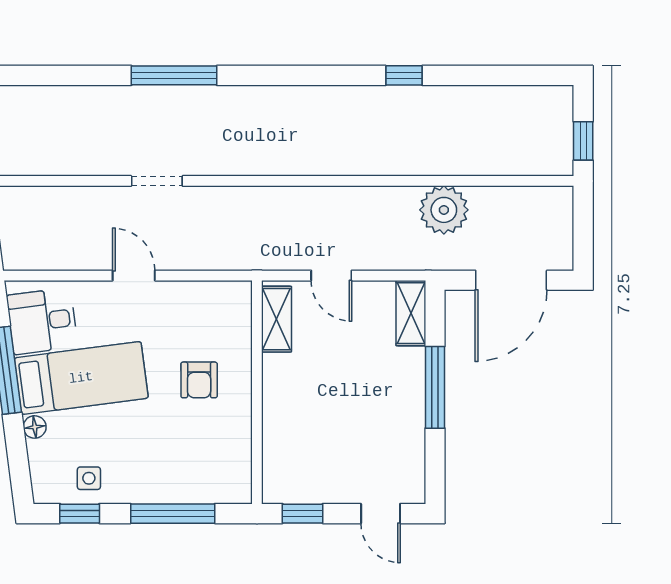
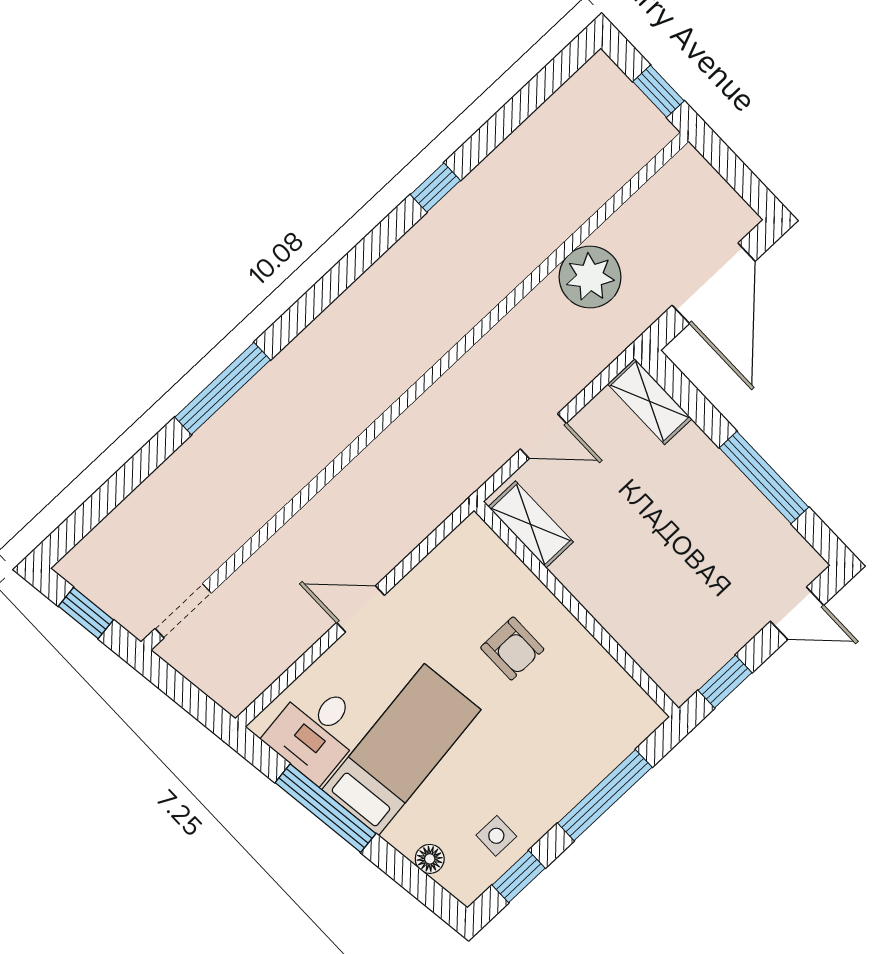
doorway: (157, 181) -> (183, 611), moved
window: (435, 387) -> (764, 477), moved
floor lamp: (35, 427) -> (430, 859), moved

